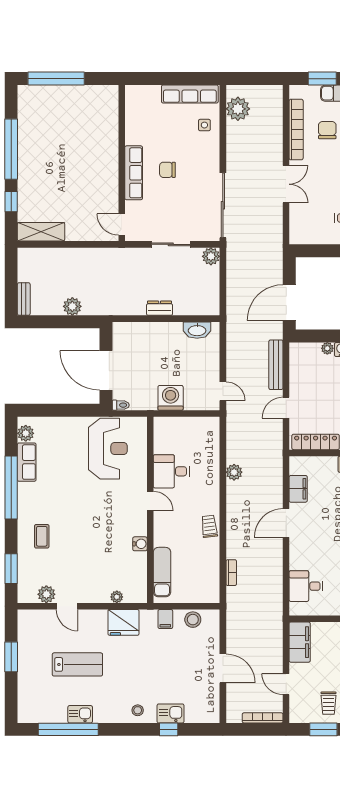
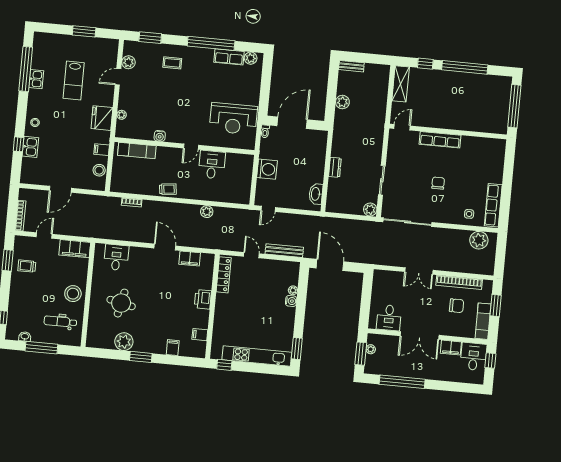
wall: (122, 163) -> (448, 132), moved
row of seats: (134, 173) -> (440, 140), moved
door: (122, 224) -> (402, 127), moved

